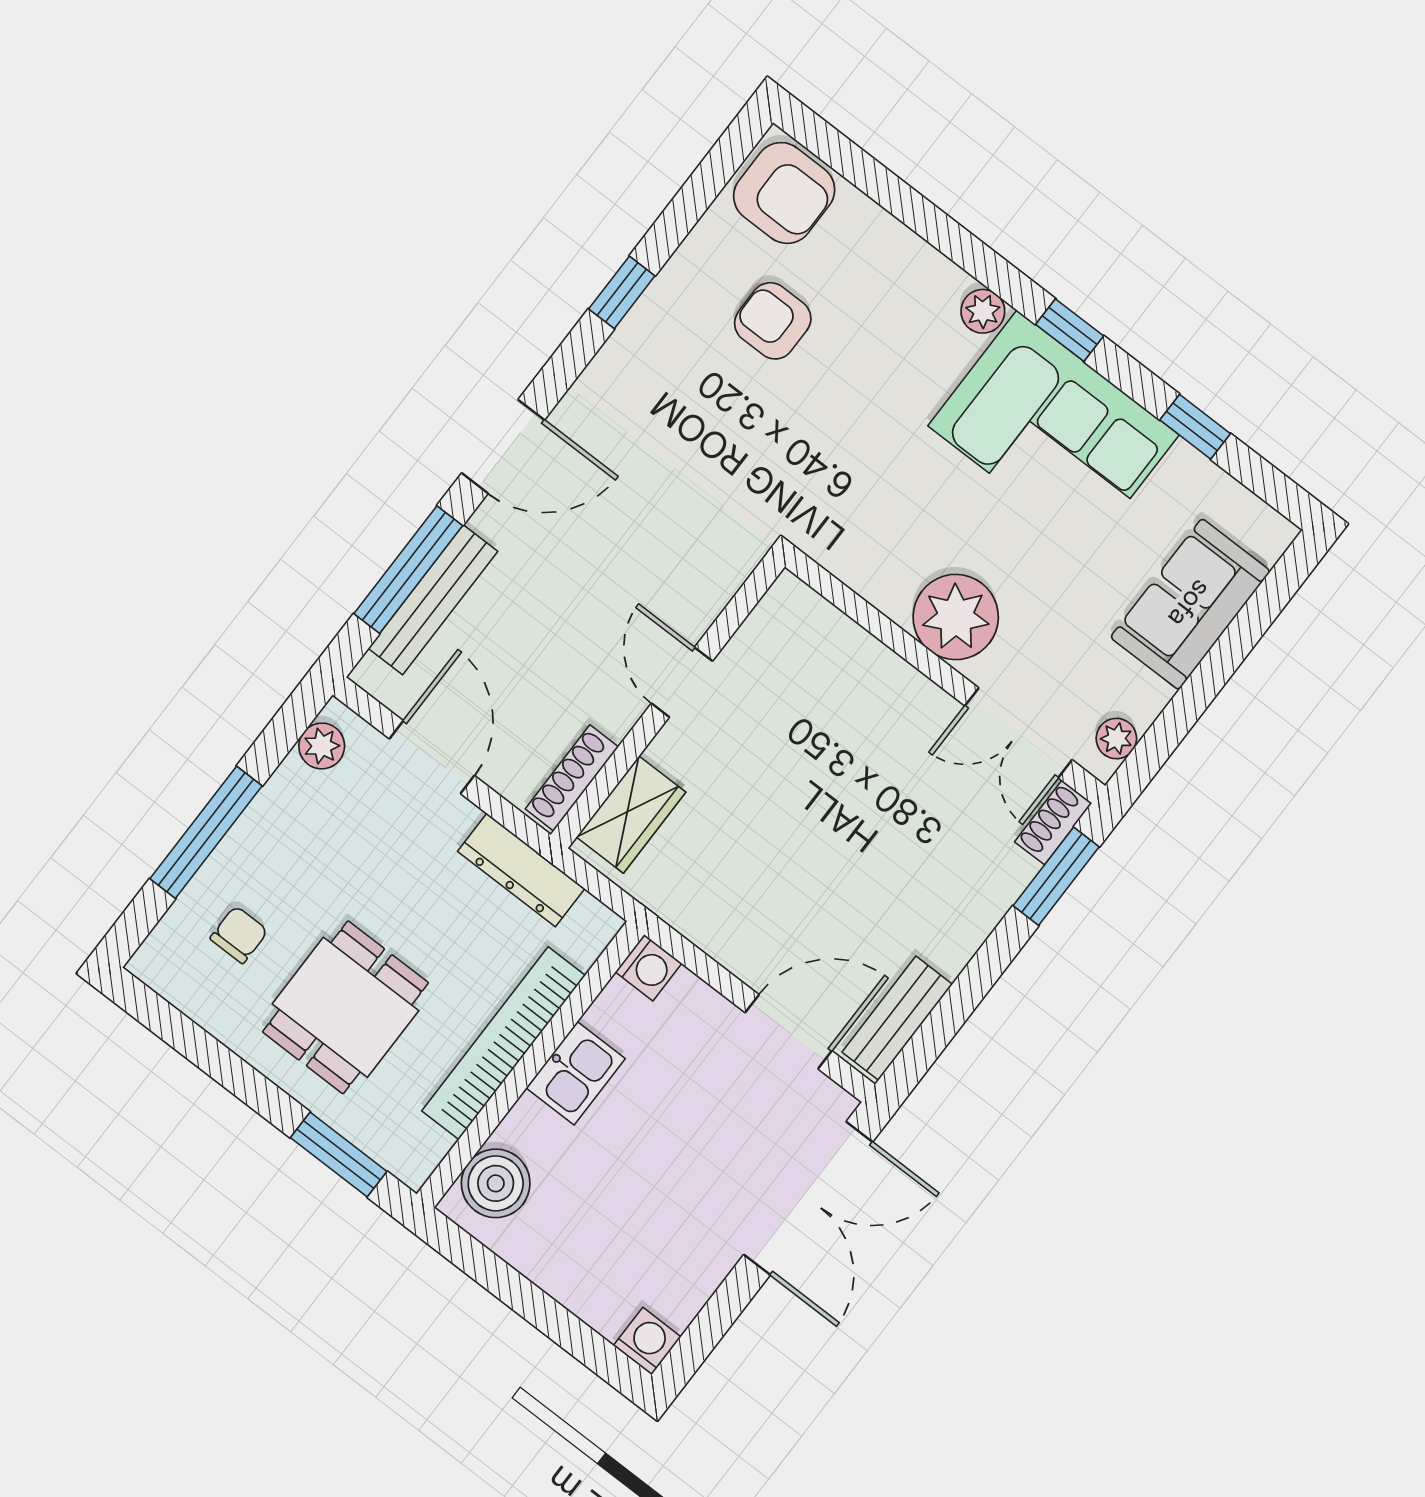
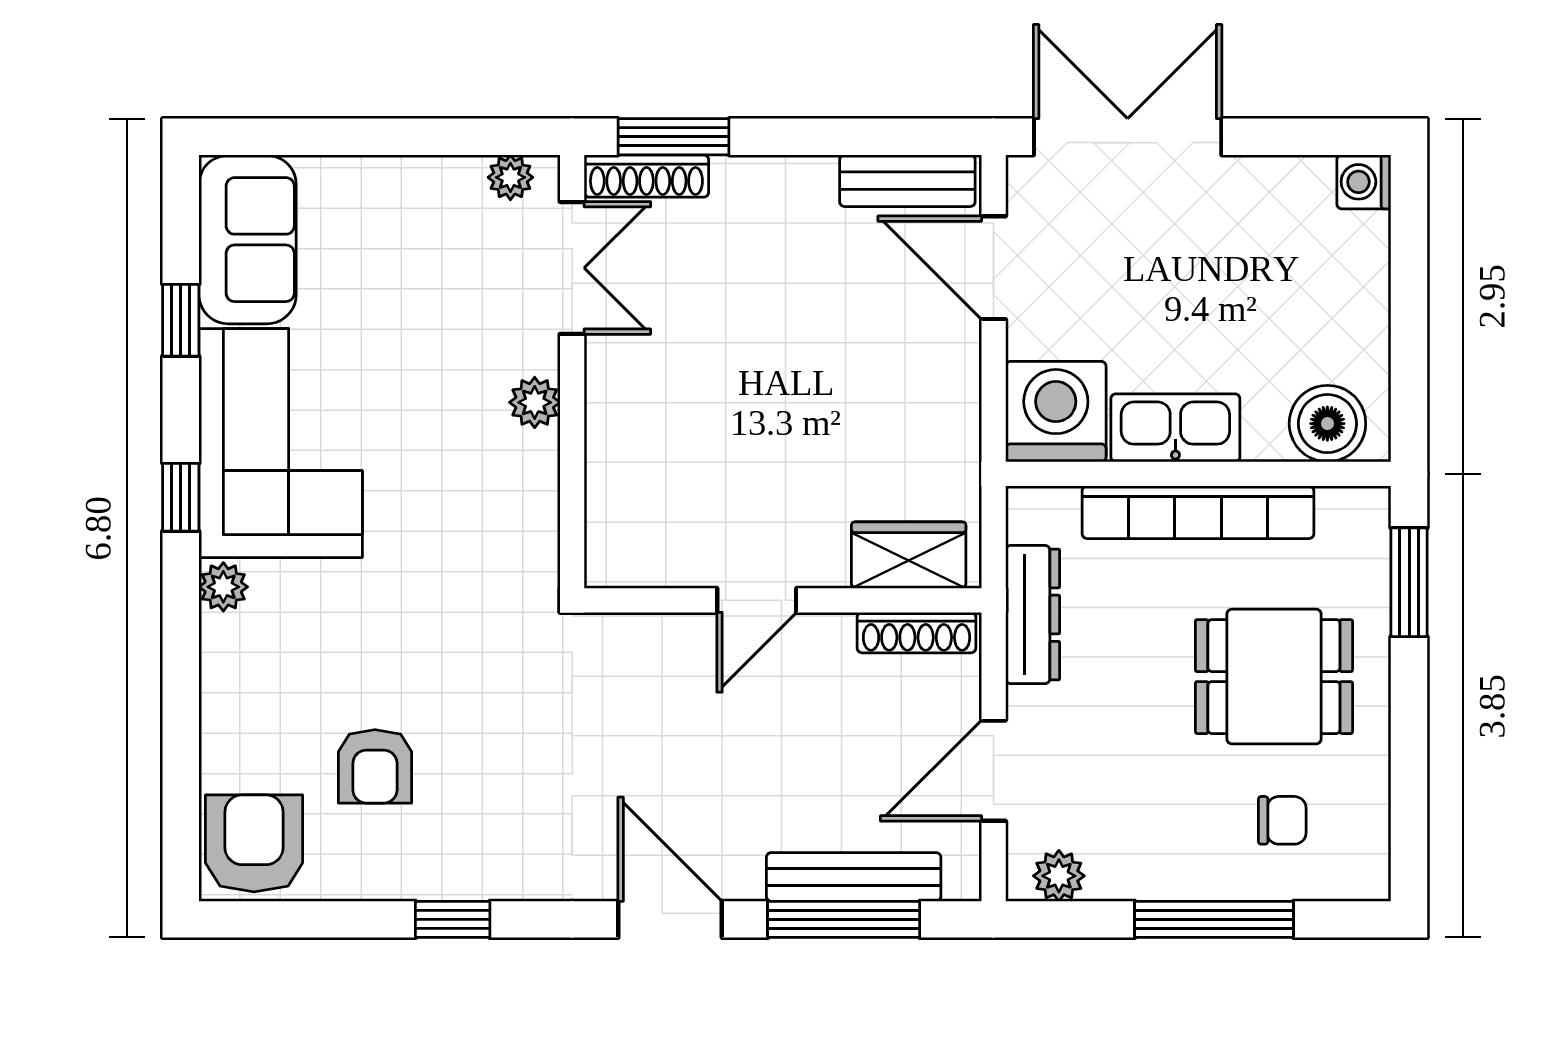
sofa: (1190, 604) -> (248, 240), moved, turned -90
plant: (956, 617) -> (535, 402), width x0.53, depth x0.53
shoe rack: (1053, 822) -> (646, 176), width x1.43
chair: (239, 935) -> (1282, 820), turned 180
washing machine: (649, 968) -> (1056, 412), width x1.89, depth x1.89
kitchen sink: (576, 1073) -> (1175, 428), width x1.38

